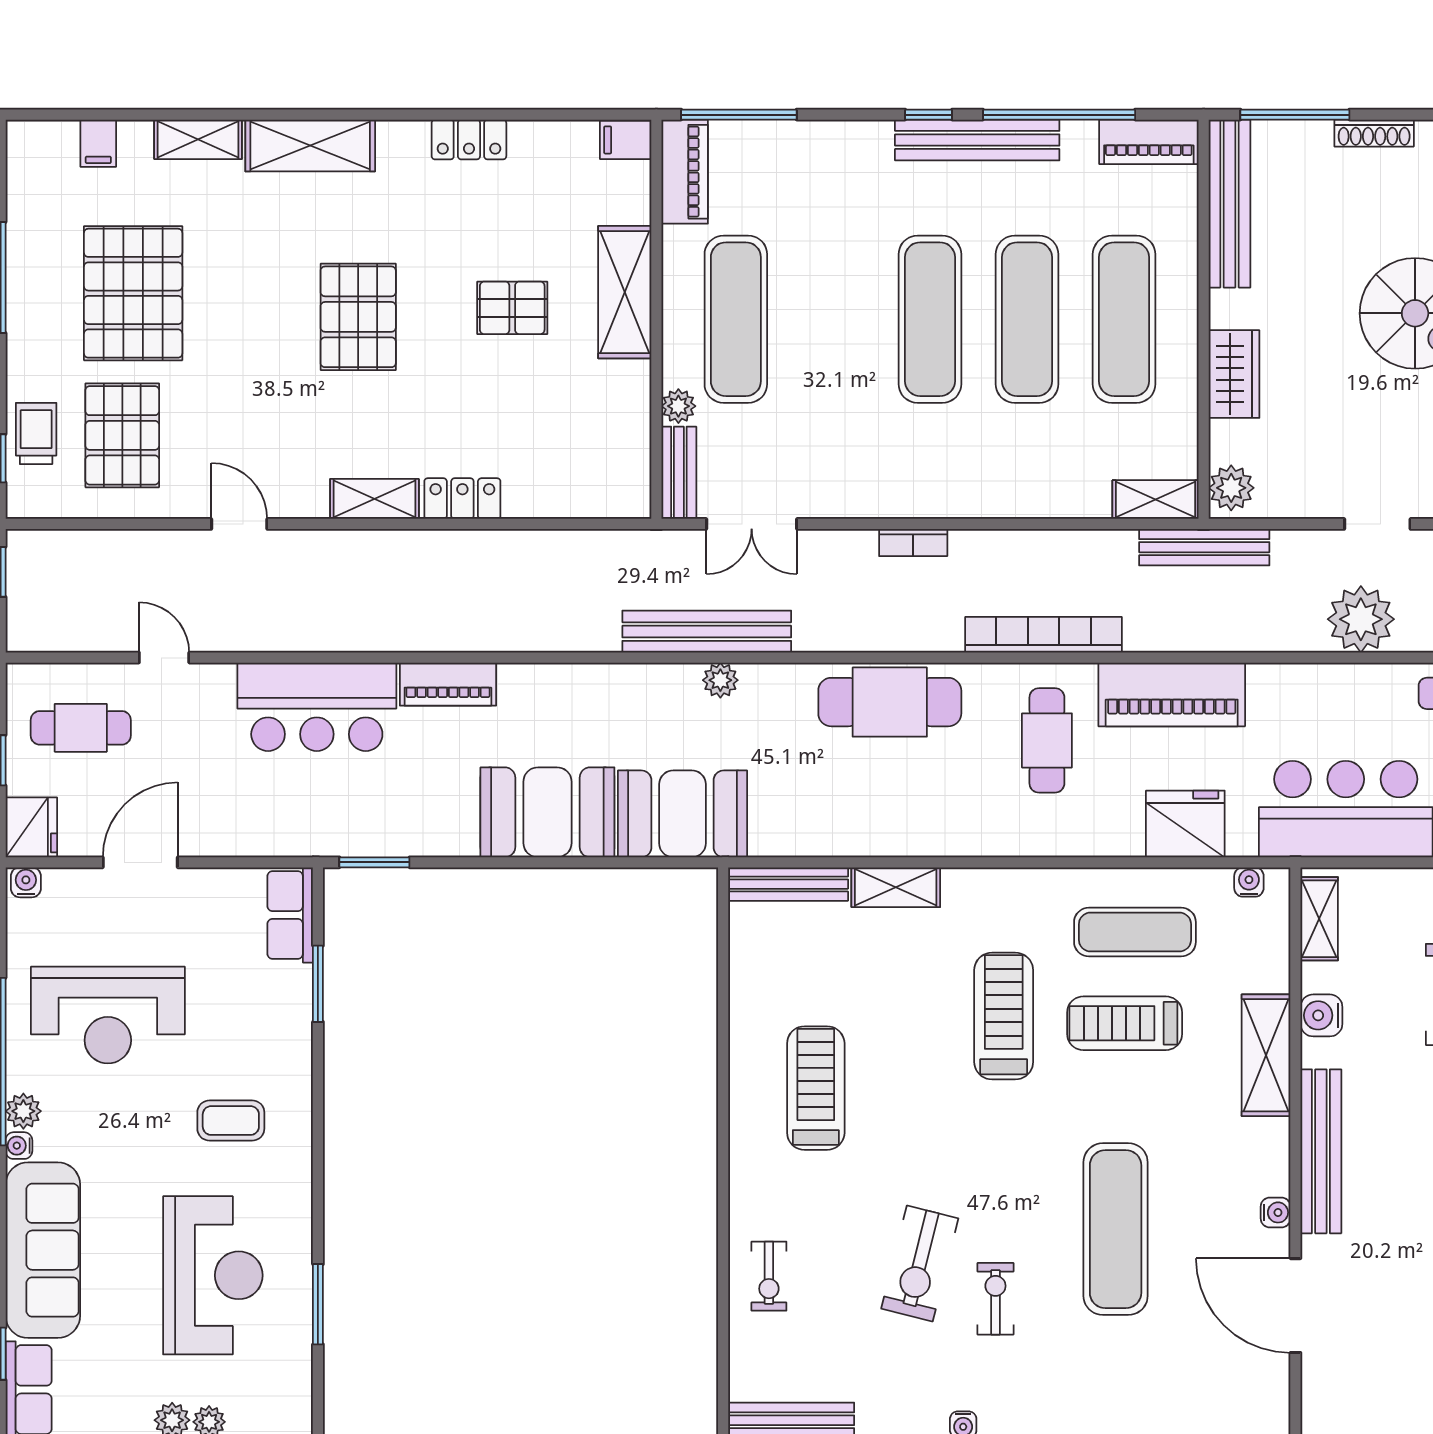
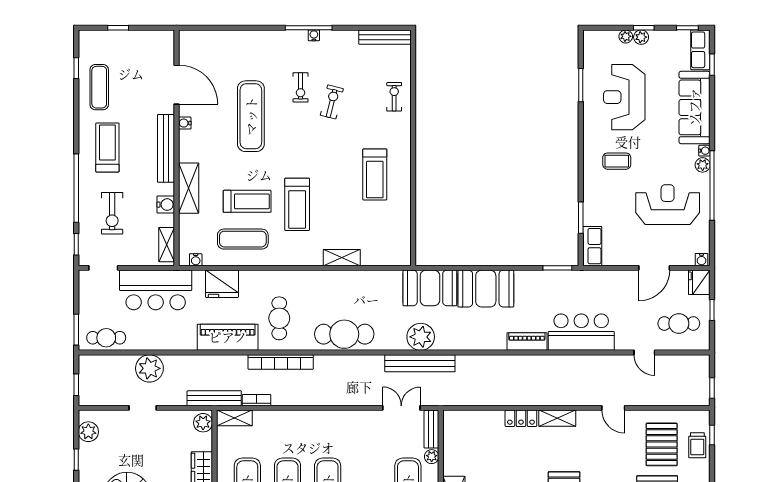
bookcase: (913, 543) -> (257, 400), moved
plant: (720, 680) -> (421, 337), width x1.87, depth x1.87
bench: (788, 884) -> (386, 259), removed
exercise bike: (920, 1264) -> (332, 102), width x0.73, depth x0.72

